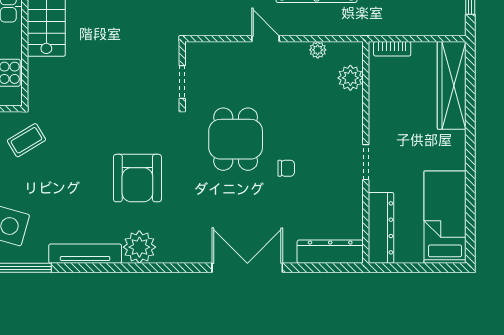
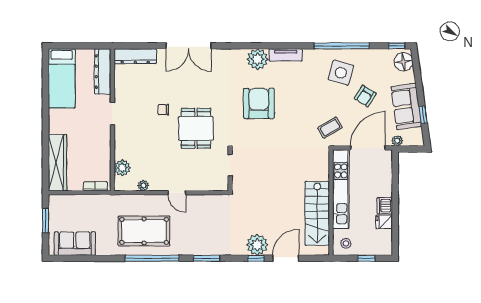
tv unit: (85, 254) -> (286, 55), width x0.71

